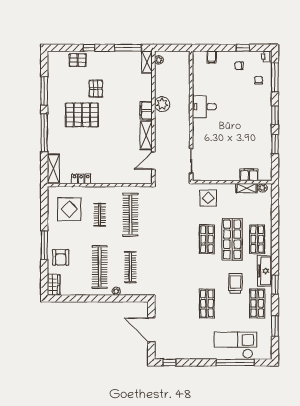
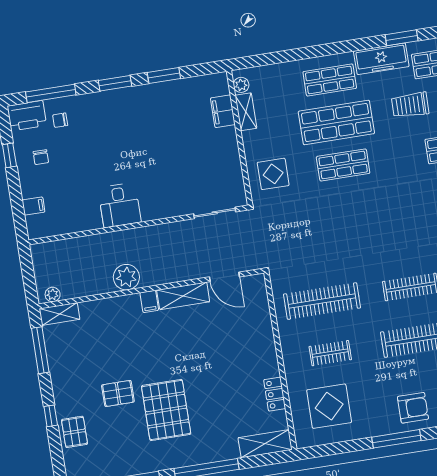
printer: (267, 57) -> (27, 116), width x1.87, depth x1.48
filing cabinet: (146, 111) -> (149, 301), width x0.50

